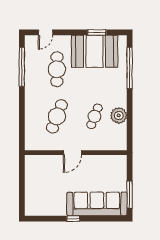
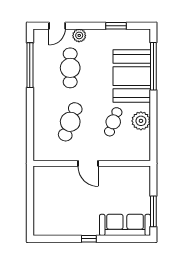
plant: (65, 41) -> (79, 35), added
booth: (95, 51) -> (132, 76), moved, turned 90
door: (72, 153) -> (88, 163), hinge flipped
sofa: (97, 204) -> (125, 225), width x0.74, depth x0.79

